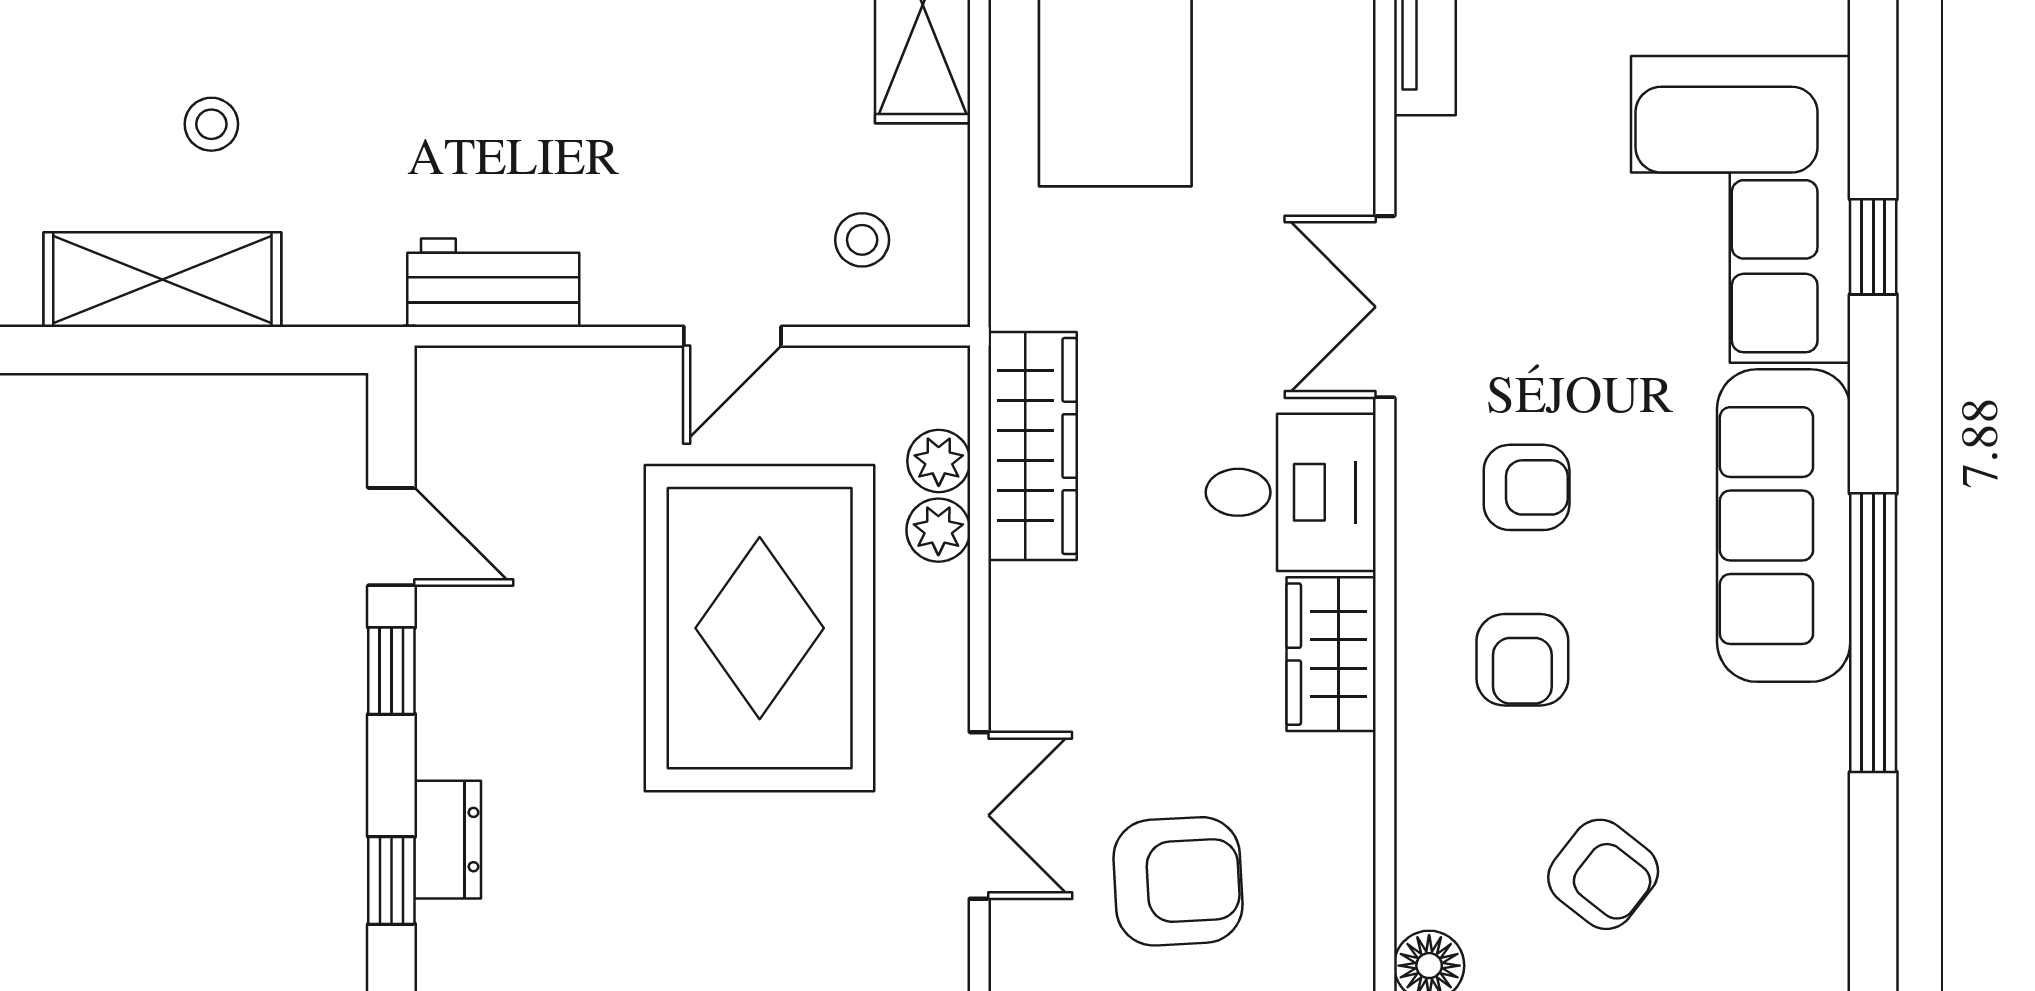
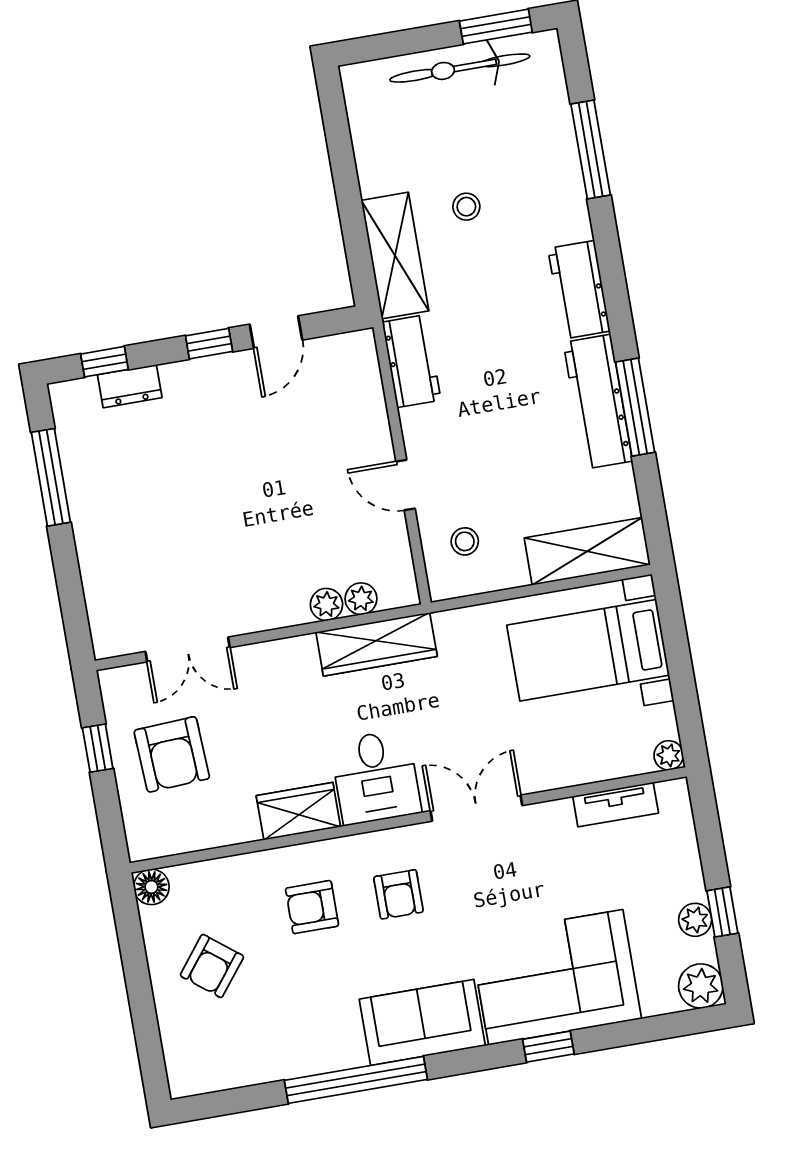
shelving: (162, 280) -> (395, 256), moved
sofa: (1784, 526) -> (422, 1022), width x0.73
rug: (760, 628) -> (262, 524), removed

